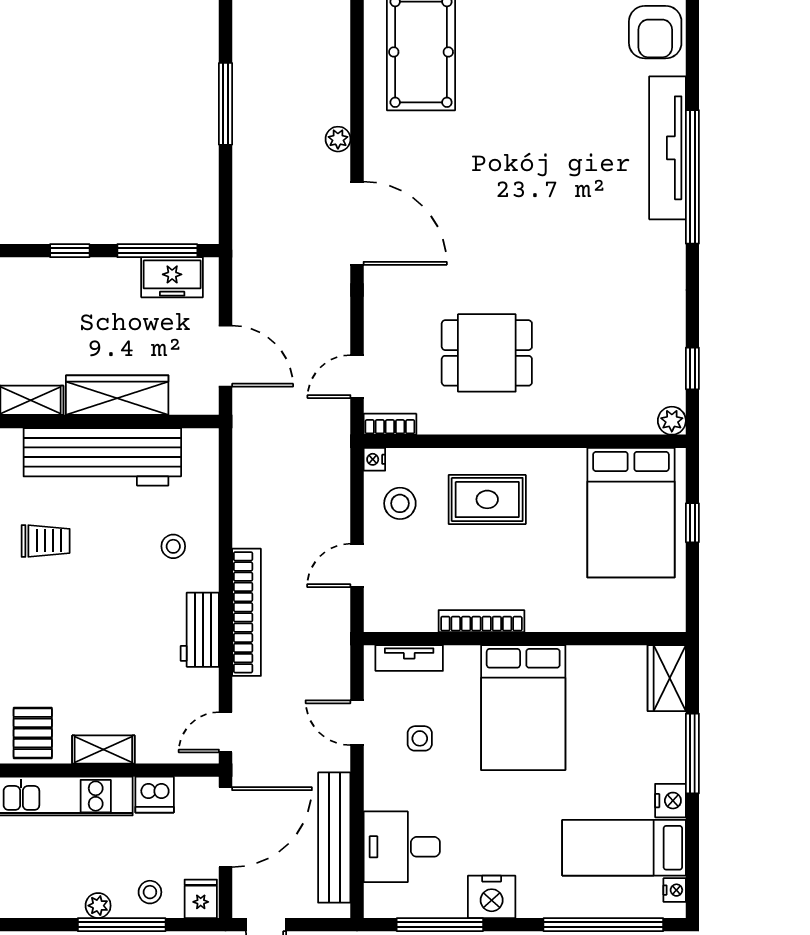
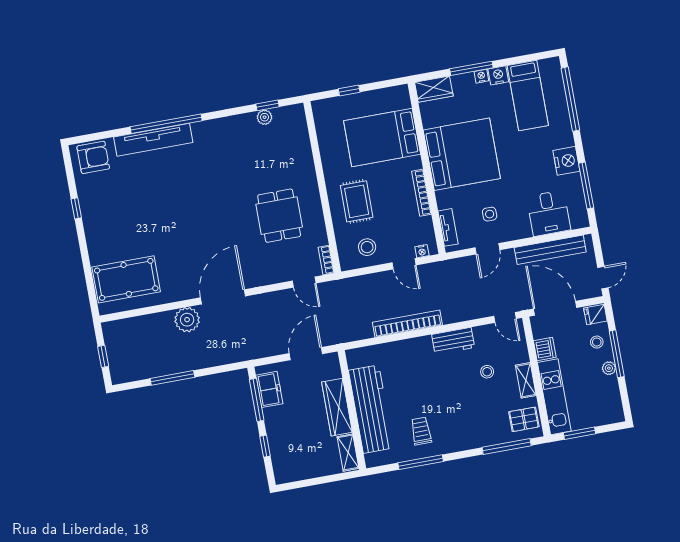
plant: (338, 139) -> (187, 320), width x1.88, depth x1.88
plant: (672, 421) -> (264, 117), moved
nightstand: (374, 459) -> (422, 251), moved
bed: (631, 513) -> (382, 137), moved, turned 180
stool: (173, 546) -> (487, 372), moved
bookcase: (247, 612) -> (407, 324), moved
bed: (523, 708) -> (462, 154), width x1.36
nightstand: (675, 890) -> (481, 76), moved

